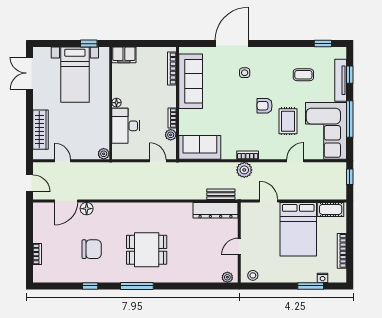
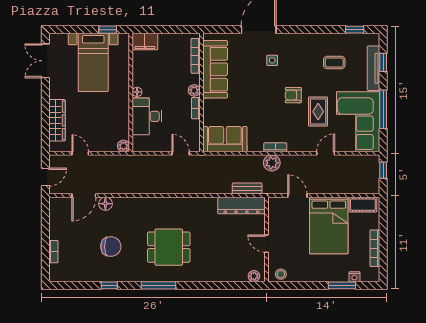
plant: (171, 135) -> (194, 90), moved
door: (30, 183) -> (45, 177), hinge flipped
door: (239, 246) -> (266, 244), hinge flipped

